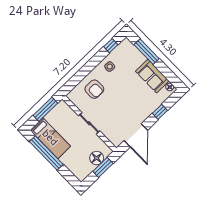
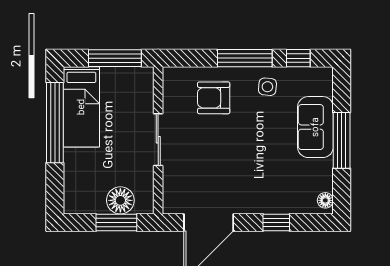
window: (147, 52) -> (342, 140), moved
window: (92, 64) -> (245, 58), added
sofa: (152, 76) -> (315, 127), moved
armchair: (94, 89) -> (214, 98), turned 90

